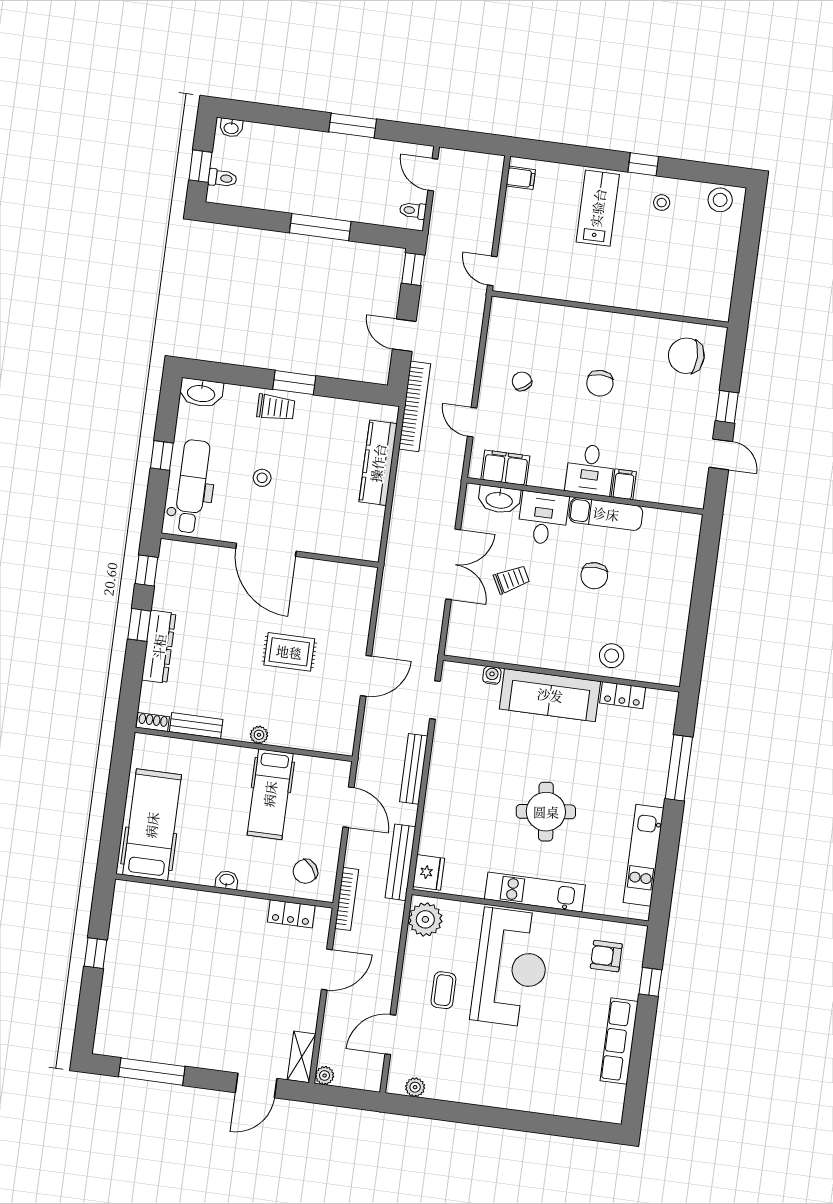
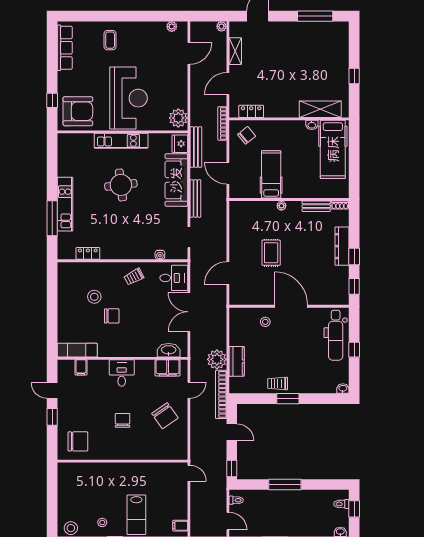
chair: (522, 381) -> (165, 416), width x1.87, depth x1.87
washbasin: (201, 393) -> (343, 389), width x0.52, depth x0.69
trolley: (276, 408) -> (278, 384), moved
door: (472, 422) -> (189, 390), hinge flipped
kitchen counter: (378, 463) -> (237, 361), width x0.67
plant: (414, 471) -> (217, 359), added
stool: (262, 478) -> (265, 322), moved
filing cabinet: (624, 484) -> (81, 367), moved
exam couch: (606, 514) -> (77, 350), moved
desk: (543, 518) -> (174, 278), moved, turned -90
chair: (594, 576) -> (112, 316), turned 90
trolley: (512, 579) -> (134, 277), moved
rug: (289, 652) -> (271, 253), turned 90
stool: (612, 656) -> (94, 297), moved
door: (366, 676) -> (228, 273), moved
sofa: (550, 695) -> (176, 180), moved, turned -90
kitchen unit: (643, 855) -> (65, 204), moved
washbasin: (227, 880) -> (312, 125), moved
shelving: (165, 901) -> (320, 109), added
armchair: (606, 956) -> (78, 111), width x1.88, depth x1.88
reception desk: (511, 968) -> (129, 98), turned 180
coffee table: (443, 990) -> (110, 40), moved
row of seats: (619, 1041) -> (65, 48), moved
shelving: (302, 1057) -> (235, 51), moved

